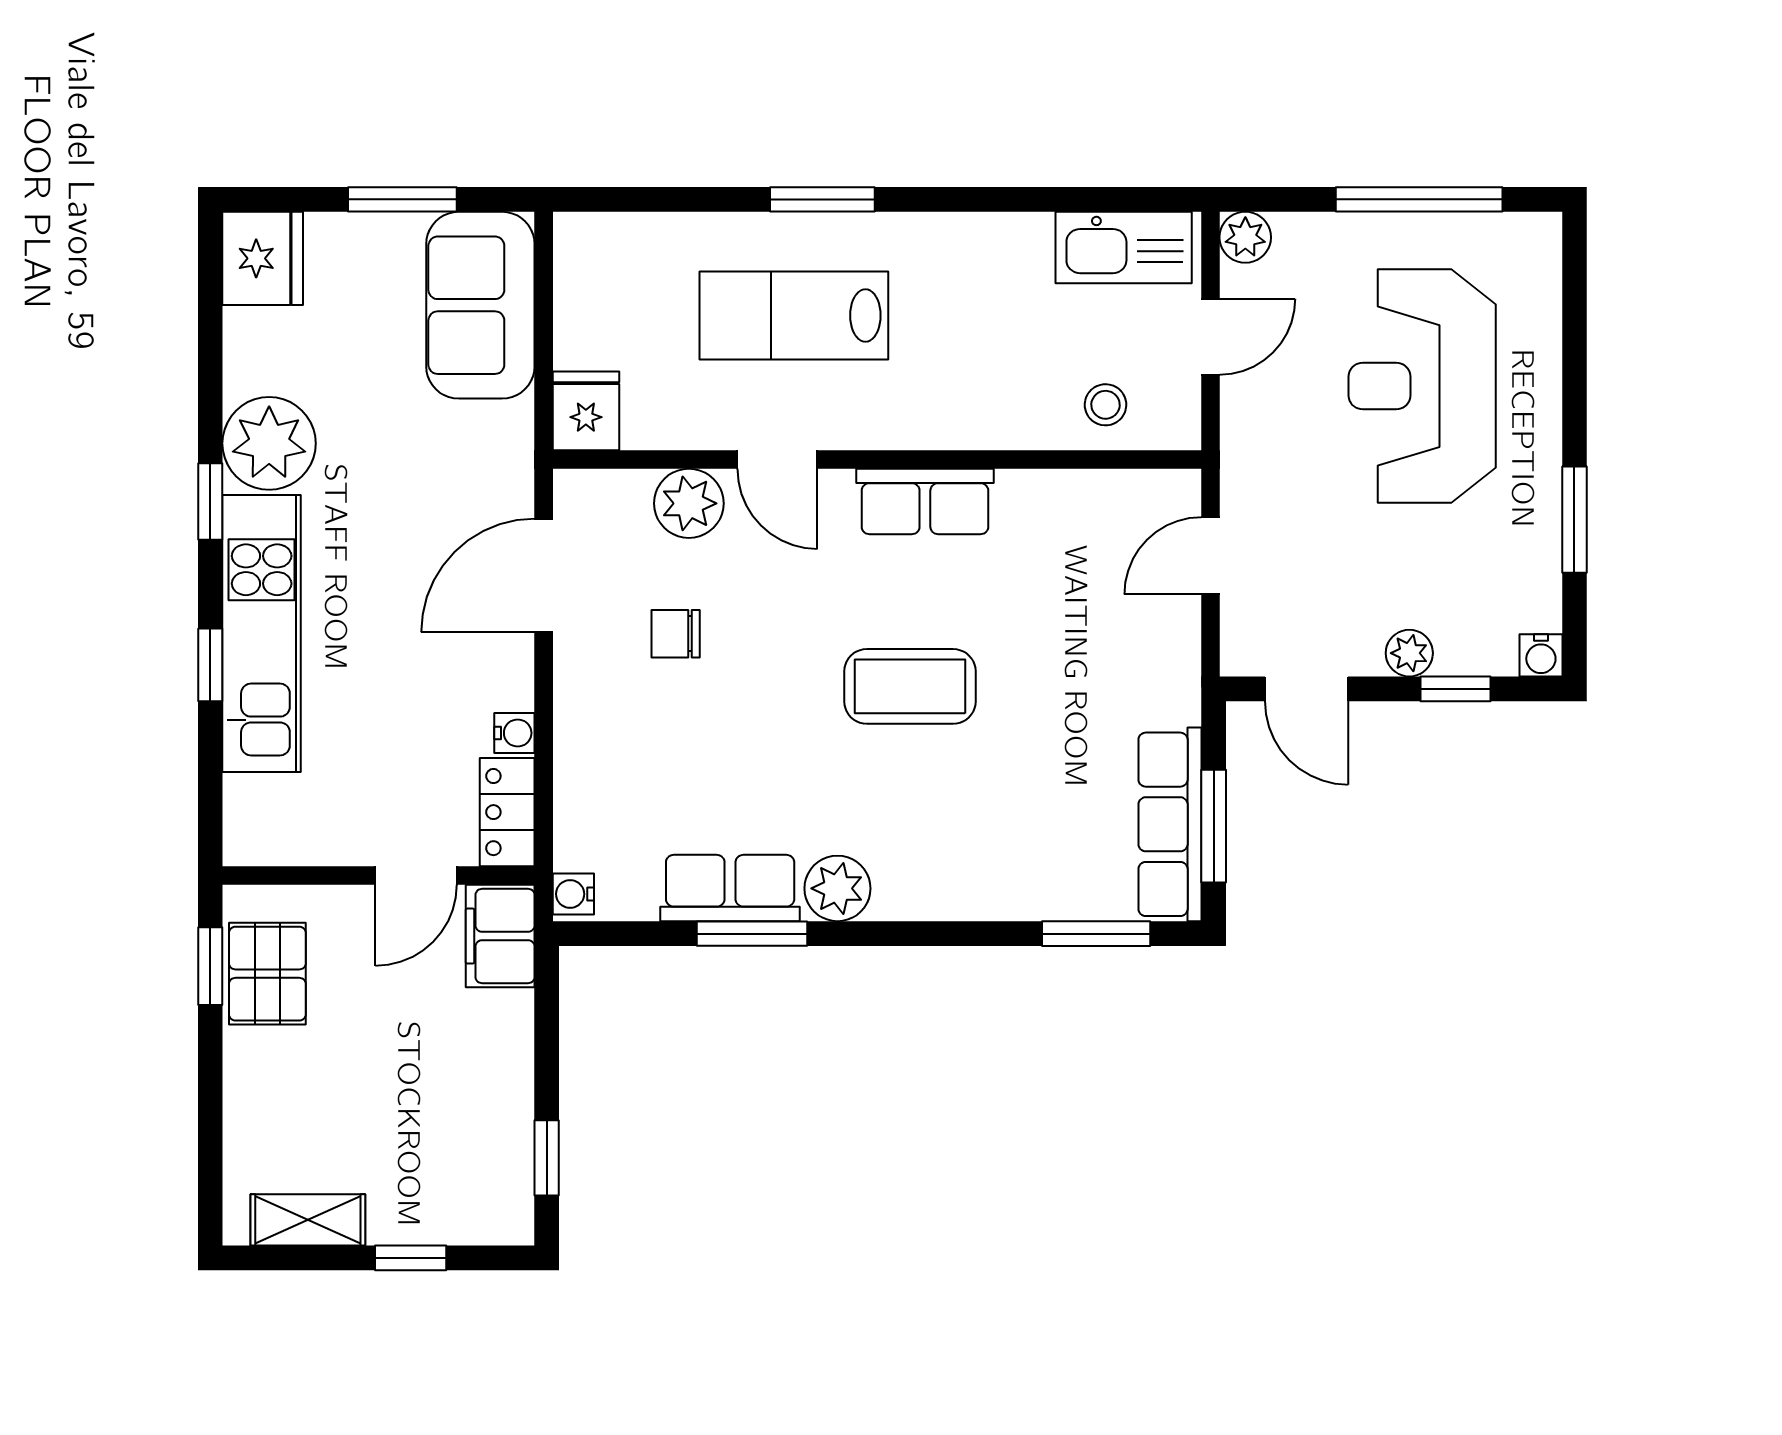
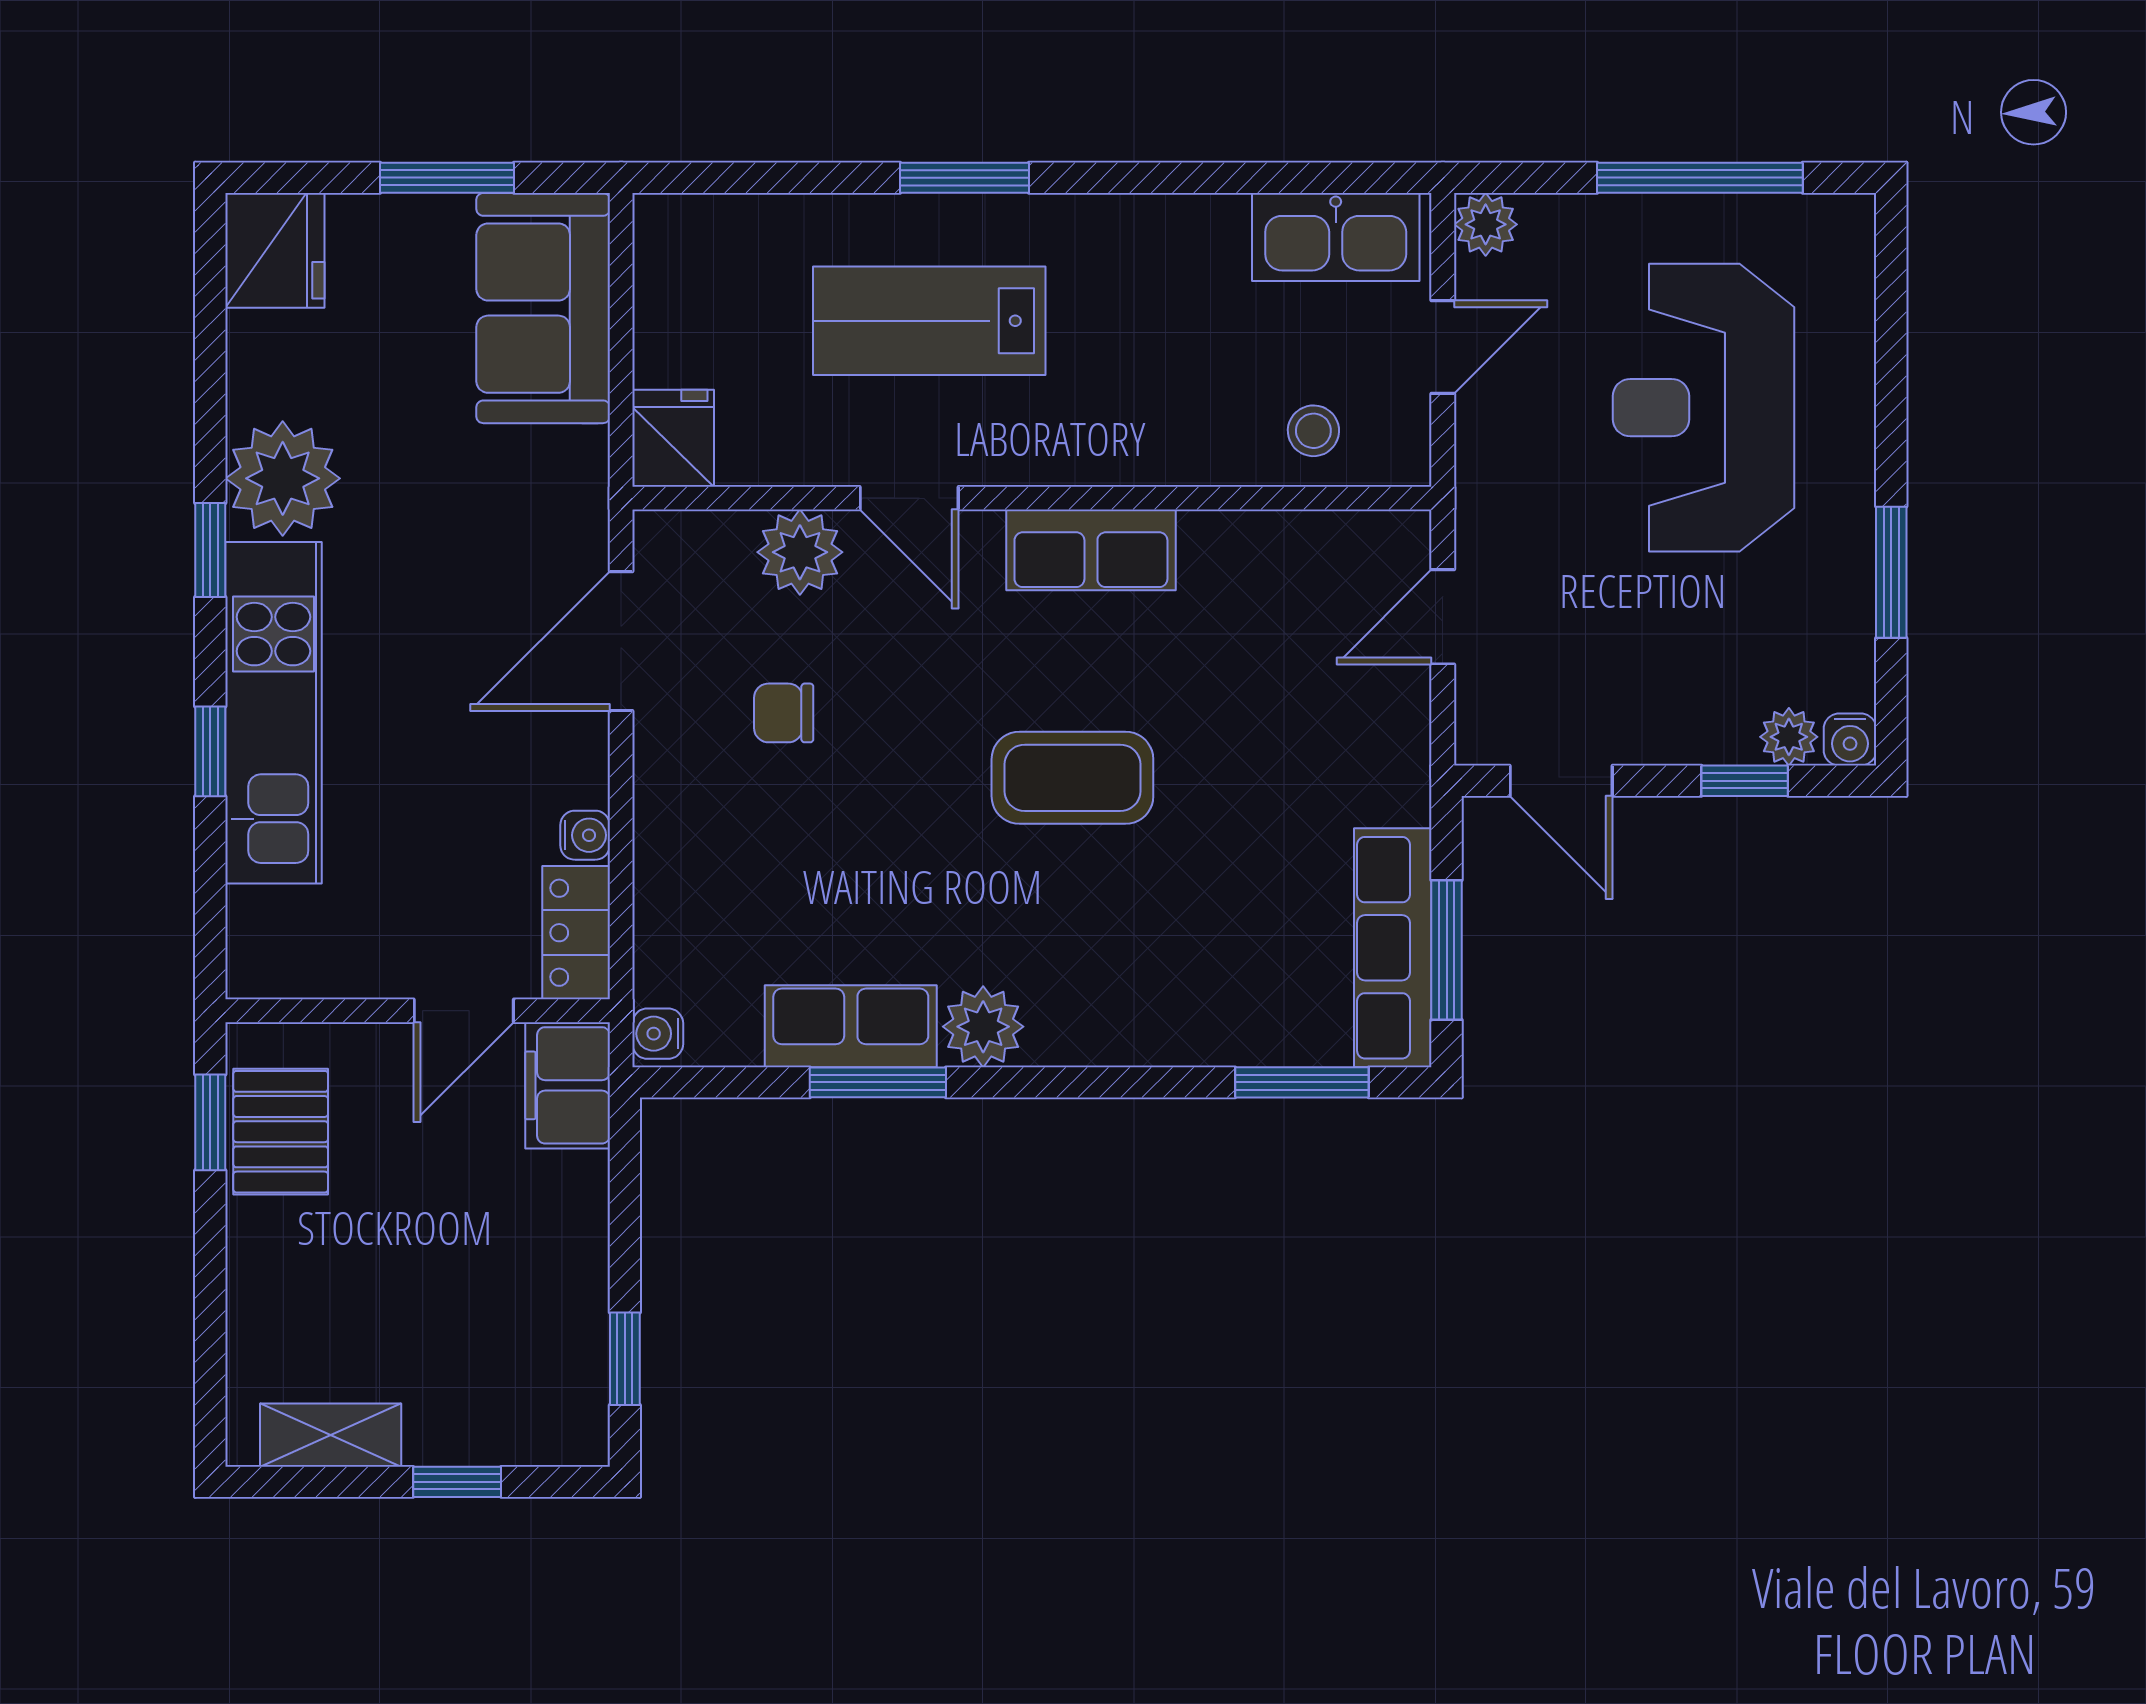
plant: (1409, 653) -> (1789, 737), moved

